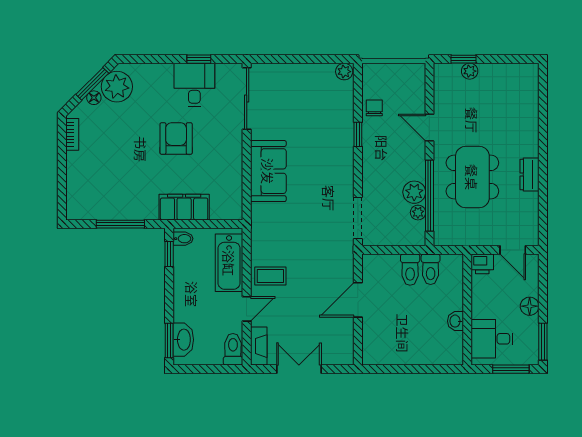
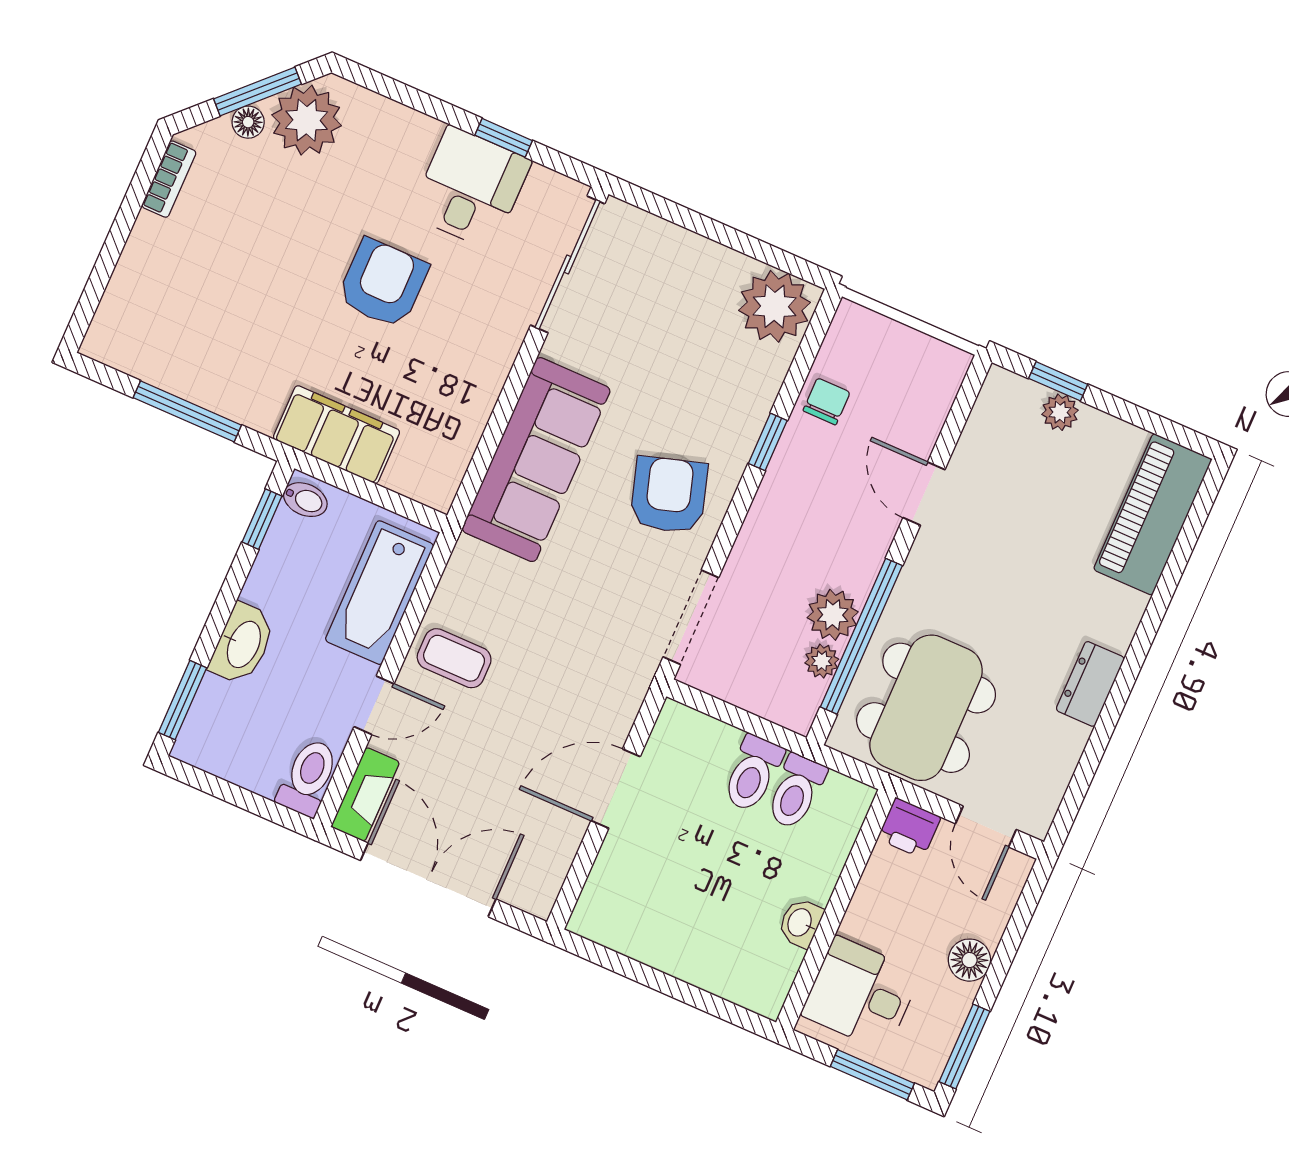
plant: (344, 72) -> (775, 306), width x1.88, depth x1.88
piano: (525, 96) -> (1153, 514), added
sofa: (268, 171) -> (536, 460), width x1.36
armchair: (328, 173) -> (669, 495), added
dining table: (472, 177) -> (926, 708), moved
washbasin: (183, 340) -> (243, 644), moved
double door: (299, 369) -> (428, 880), width x1.37

